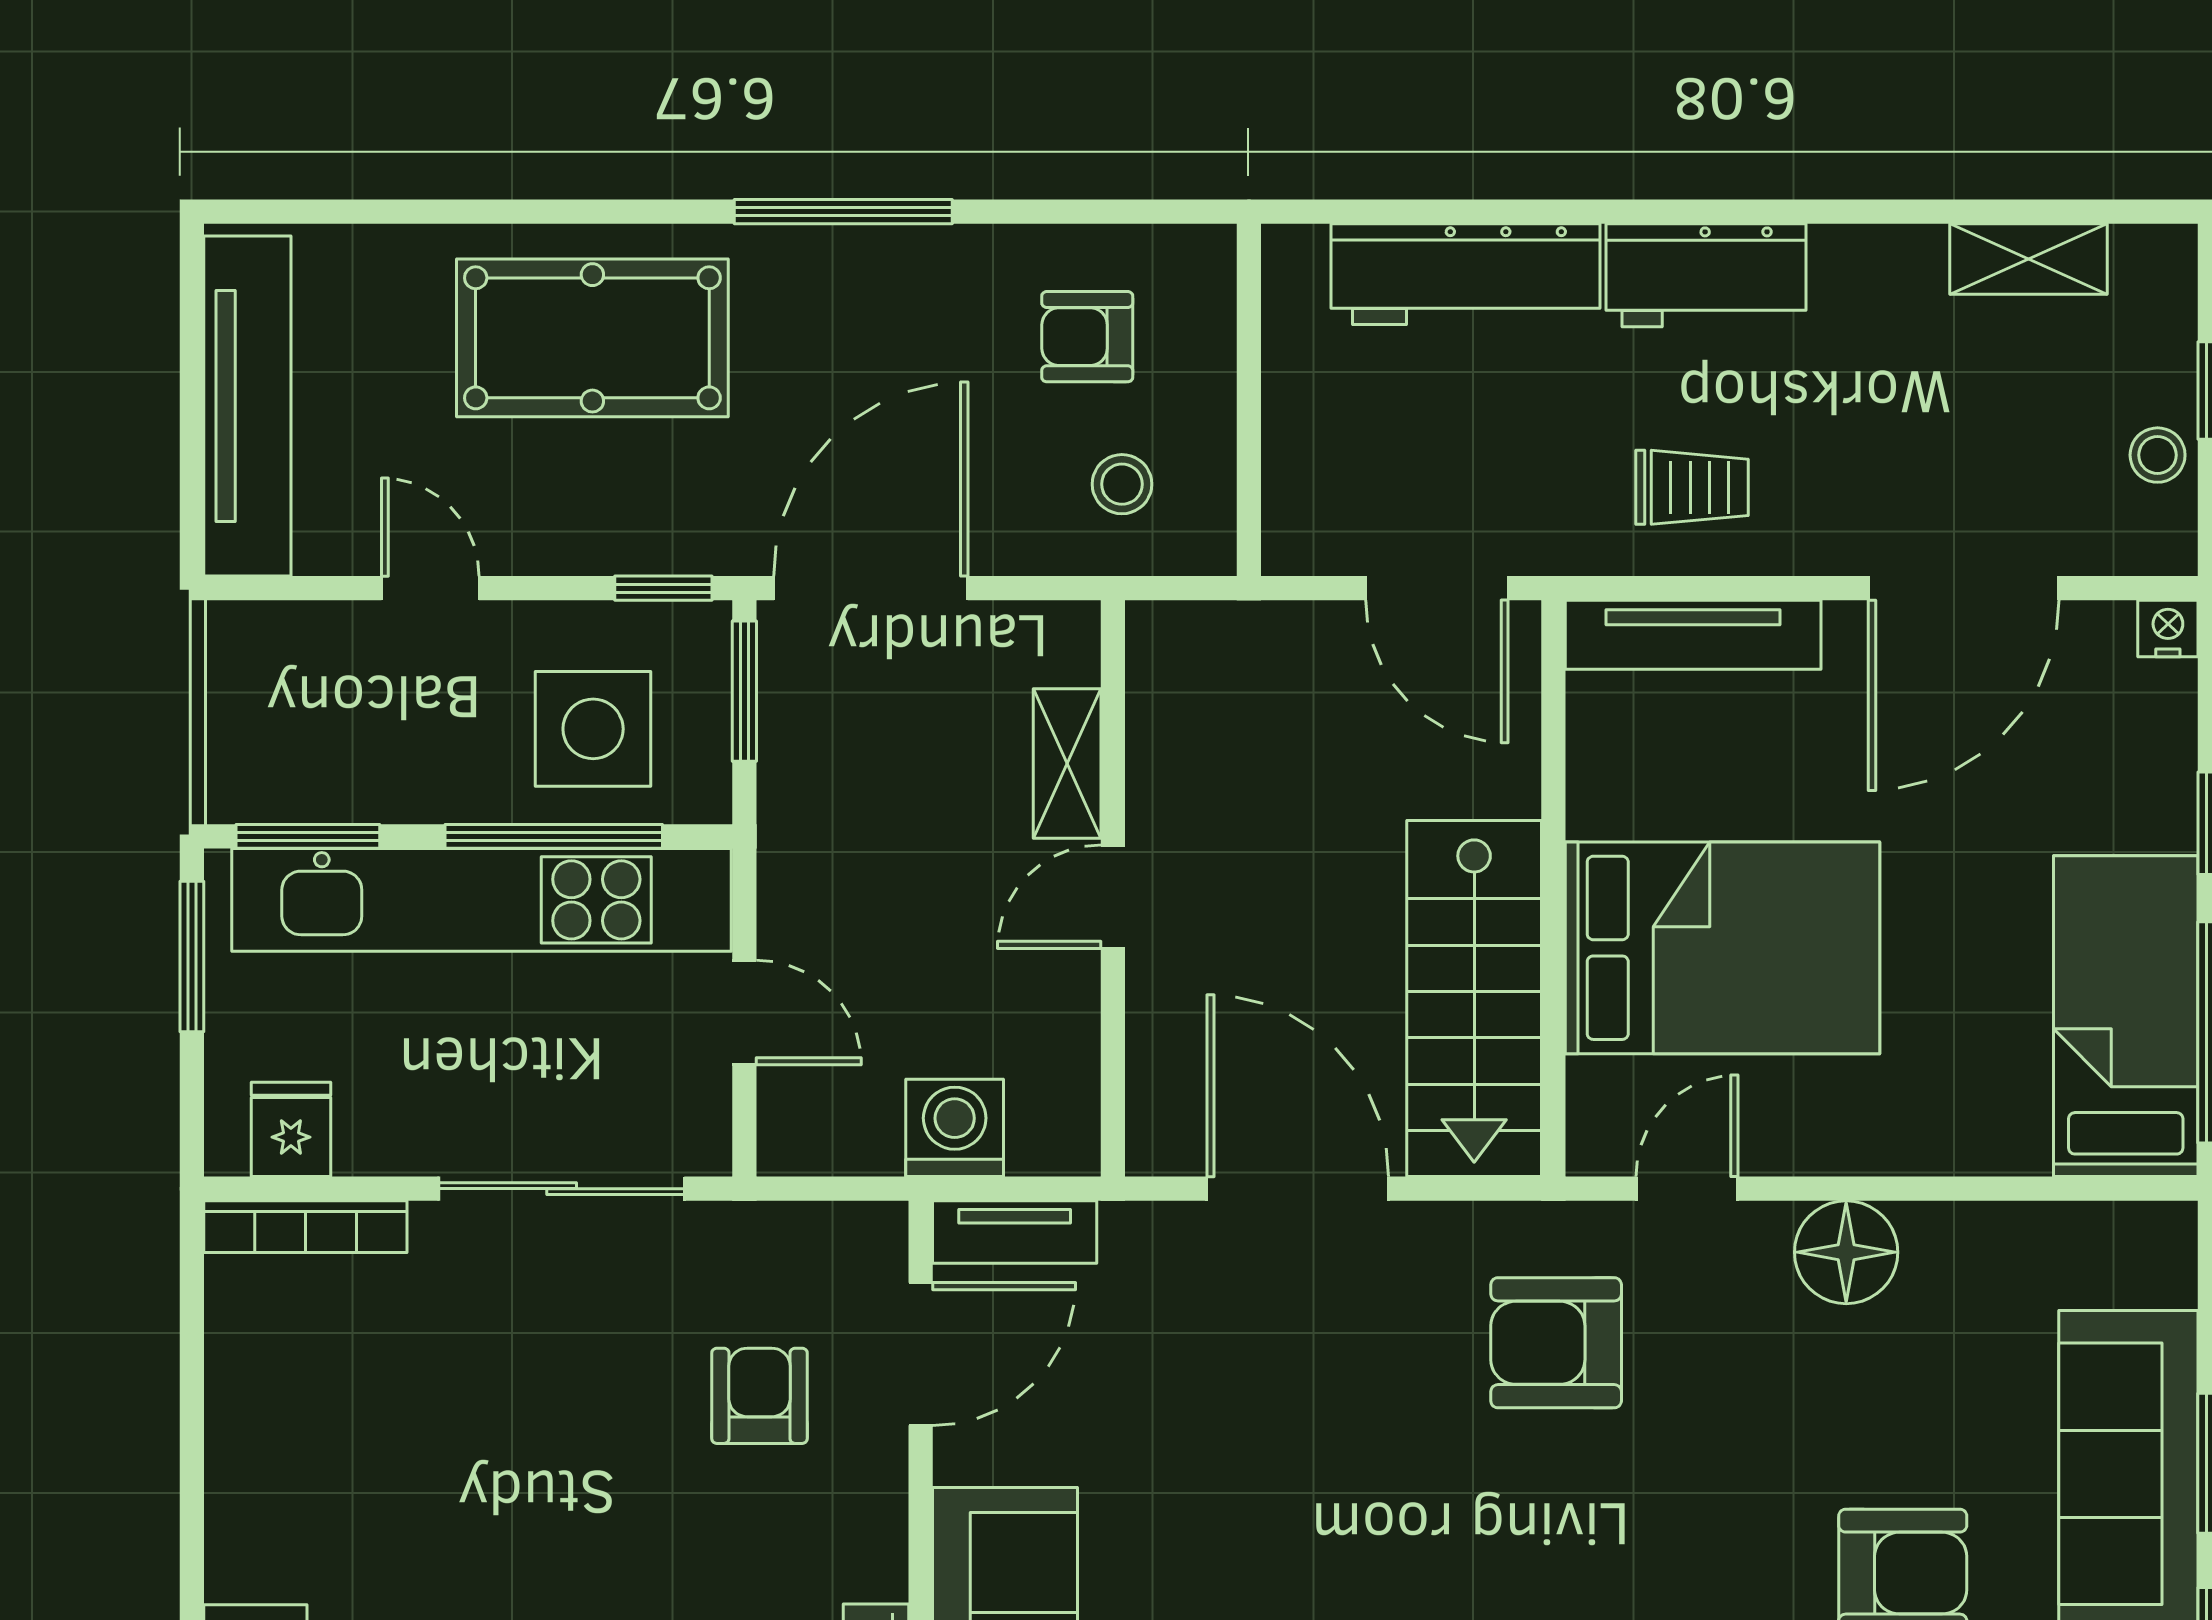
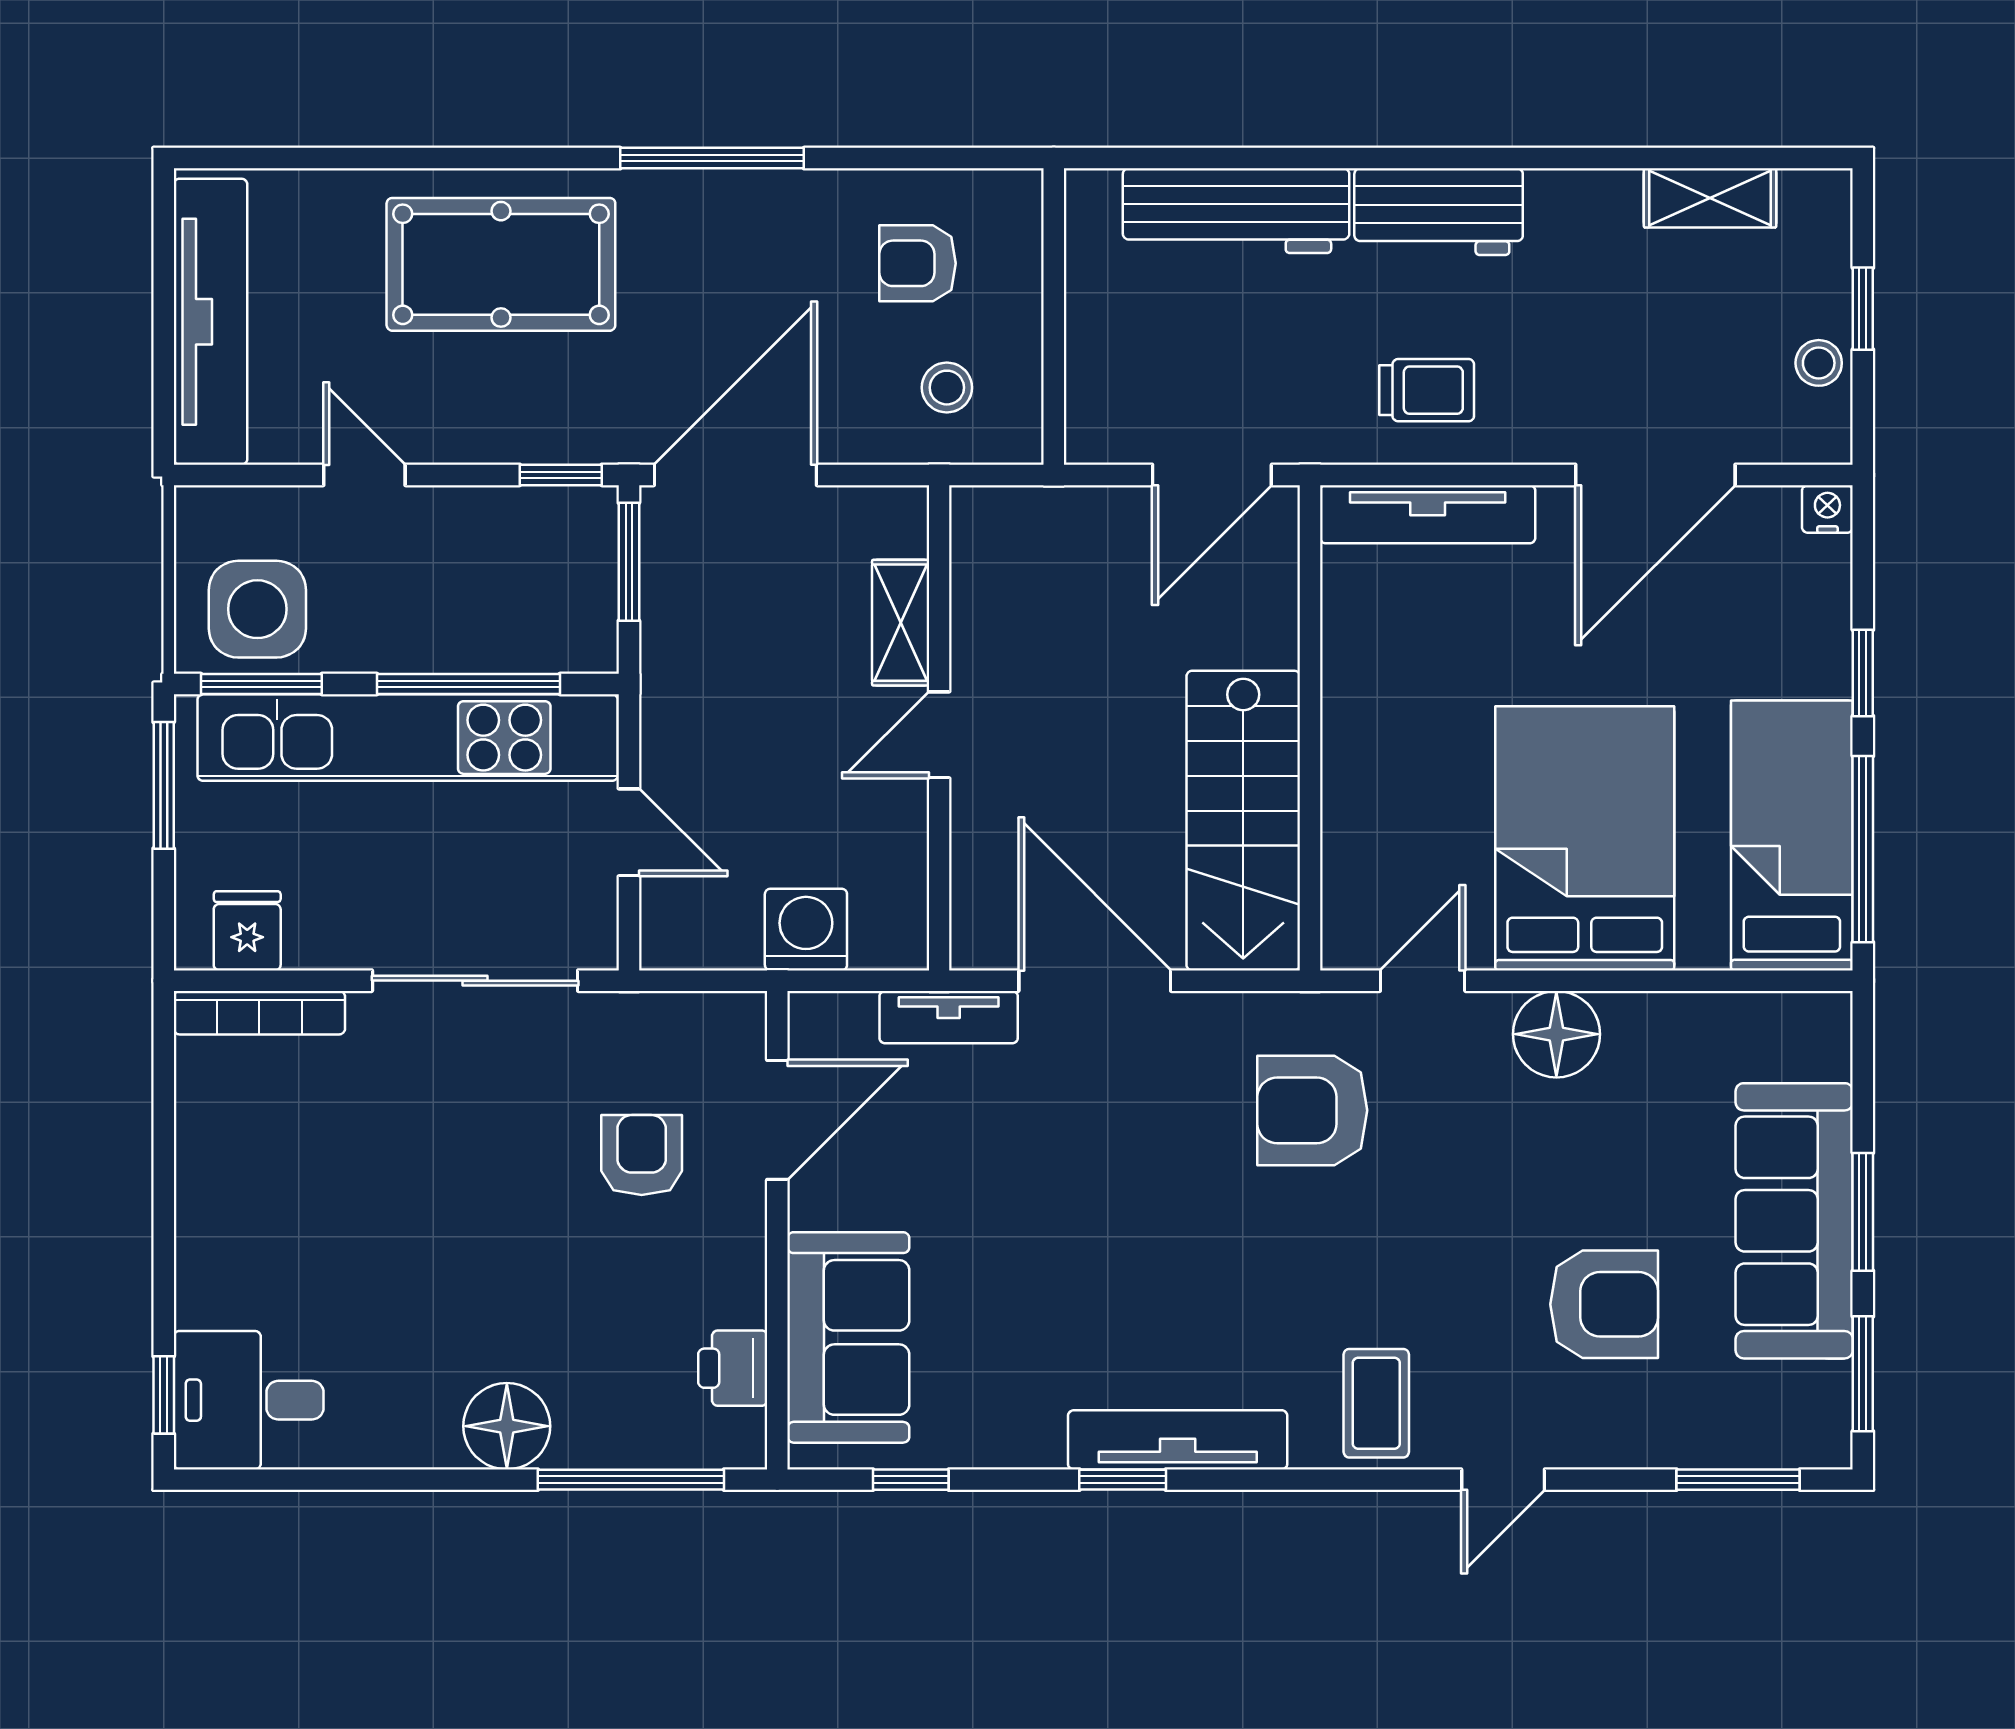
door: (1437, 588) -> (1212, 475), hinge flipped
side table: (593, 729) -> (257, 609), moved
bed: (1722, 948) -> (1585, 838), moved, turned -90
tv unit: (1015, 1232) -> (949, 1017), moved

